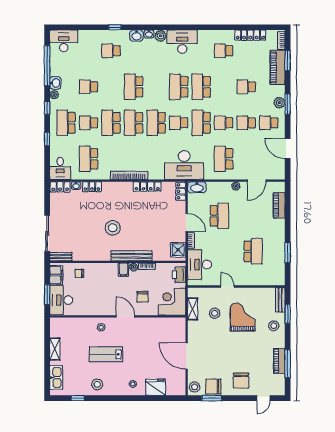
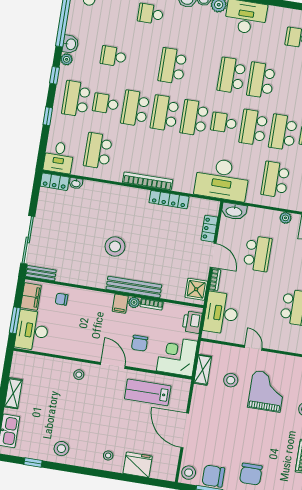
school desk: (224, 123) -> (283, 132), width x1.85
locker: (92, 187) -> (96, 188), removed
locker: (181, 191) -> (209, 229), moved
lab bench: (106, 354) -> (148, 392), moved

